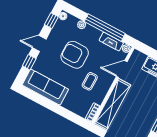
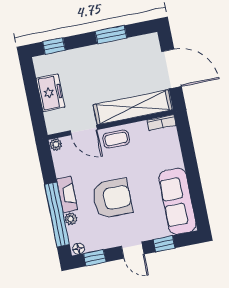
window: (105, 28) -> (57, 214), moved
fireplace: (111, 42) -> (67, 194), moved
armchair: (75, 55) -> (112, 198), turned -90
coffee table: (90, 81) -> (116, 139), moved

